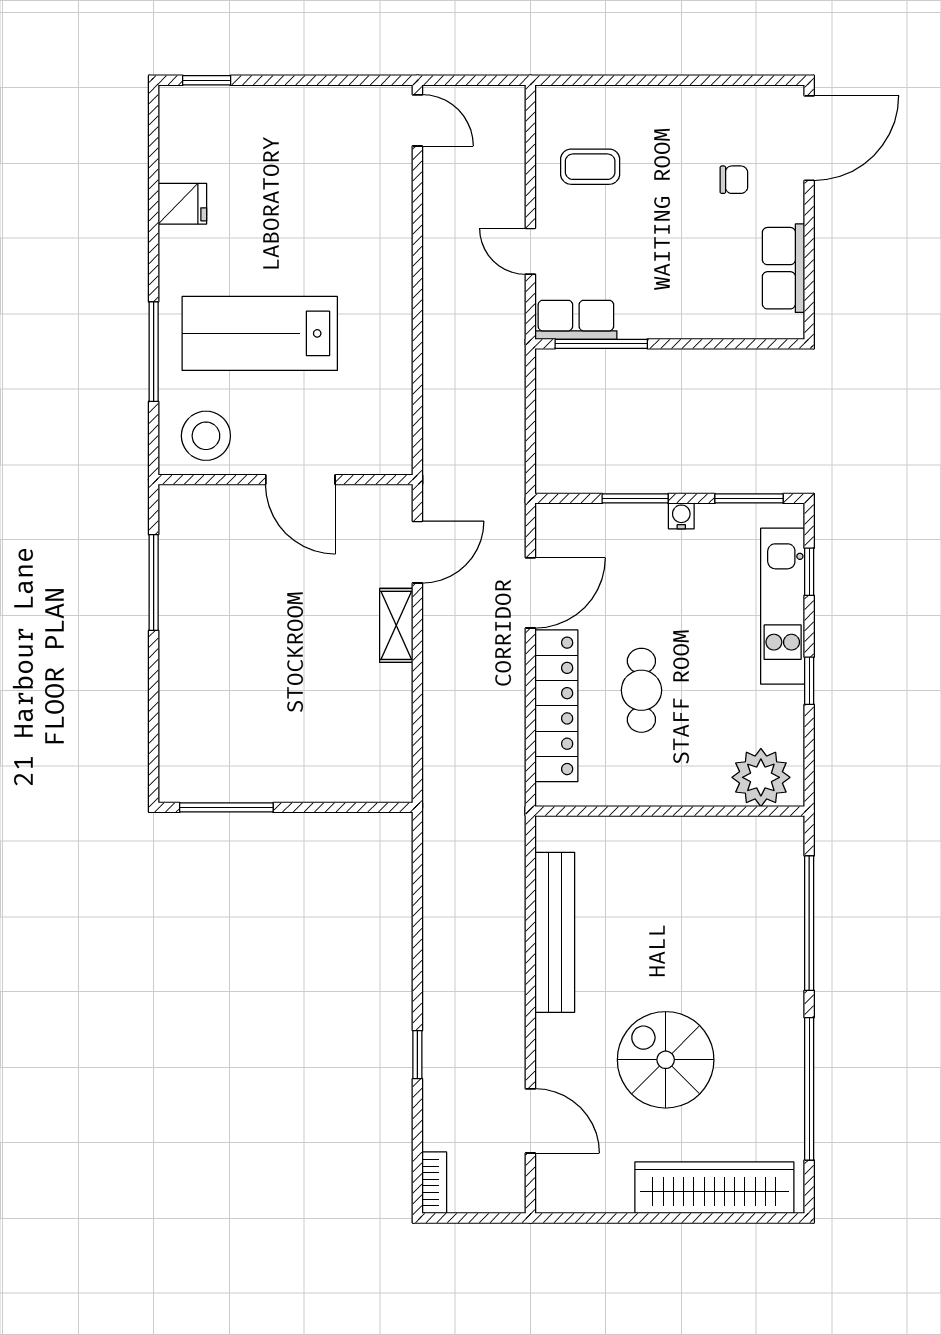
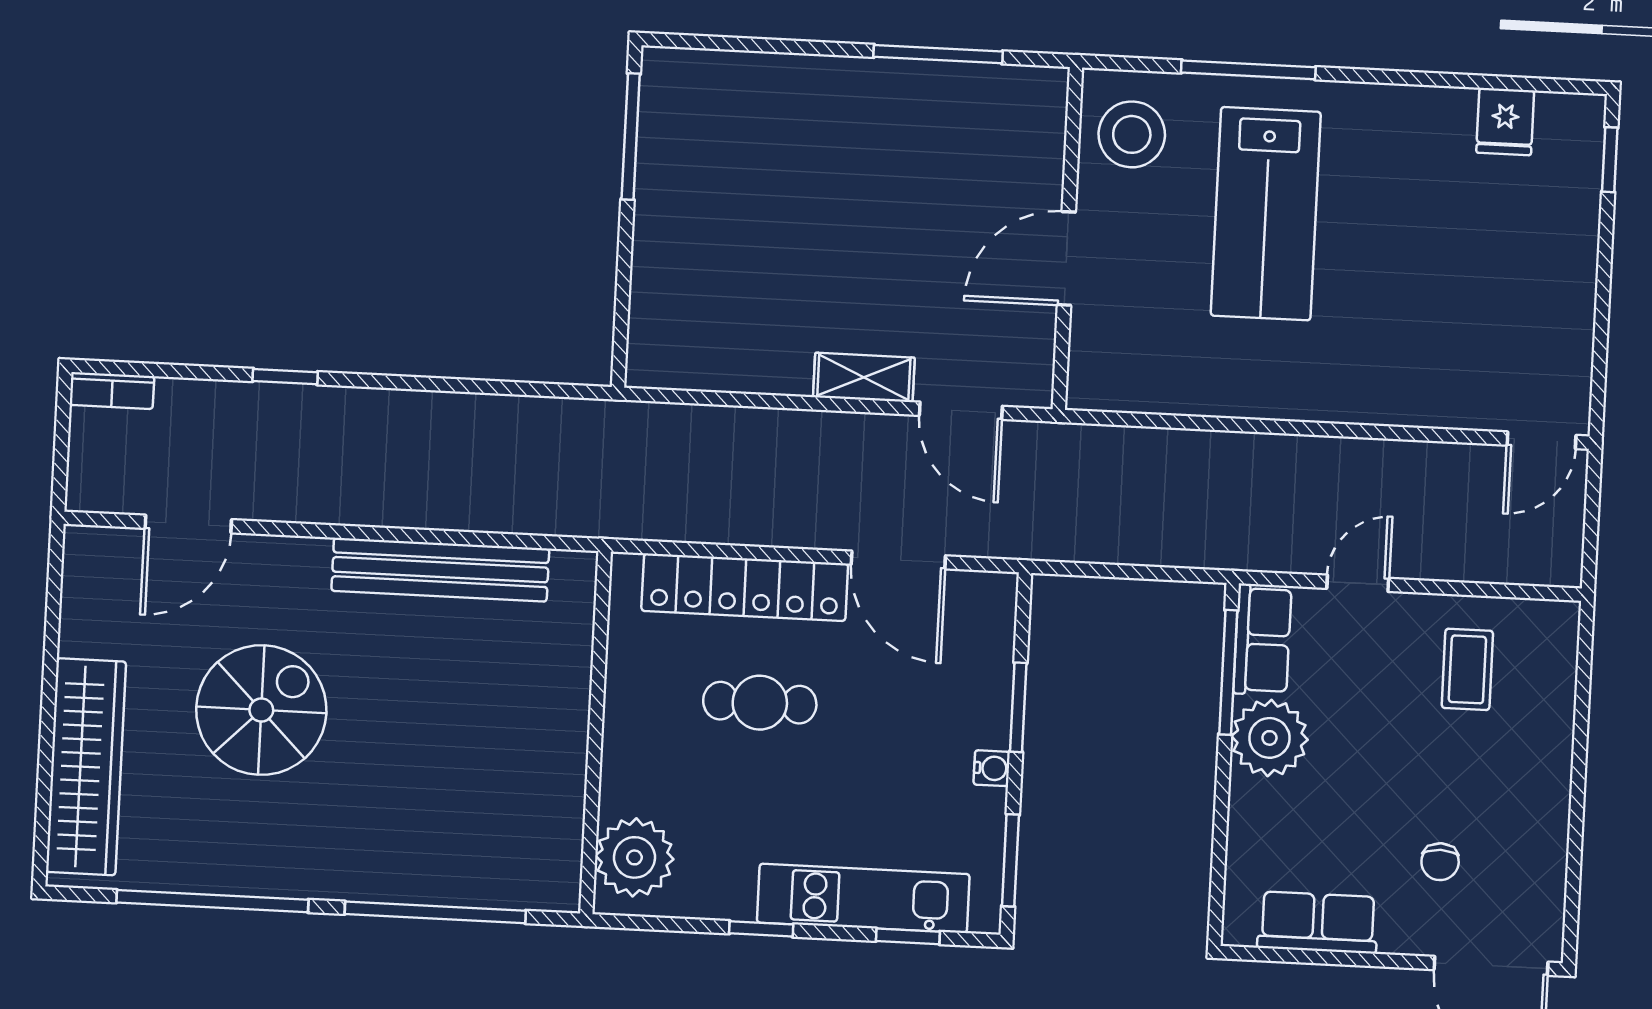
fridge: (182, 204) -> (1505, 122), moved
plant: (648, 311) -> (1269, 738), added
lab bench: (260, 333) -> (1266, 214), turned 180

